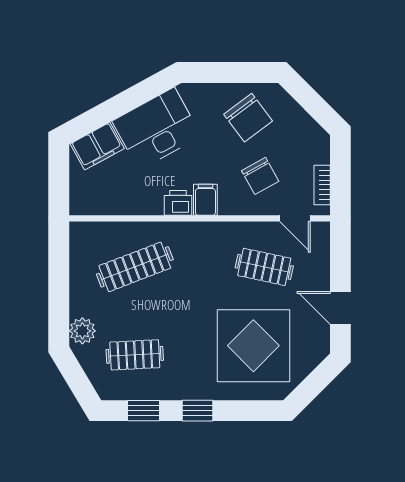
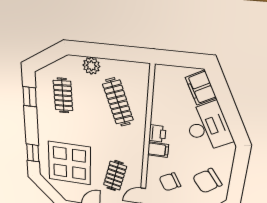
plant: (82, 331) -> (91, 66), moved
window: (197, 411) -> (33, 153), moved

